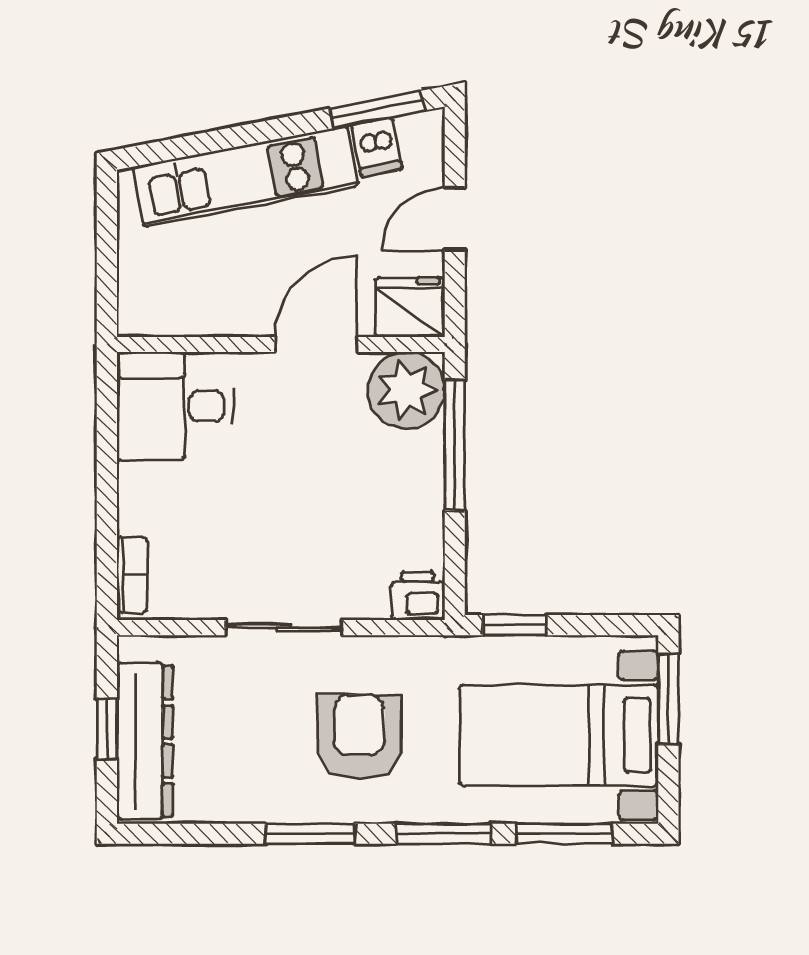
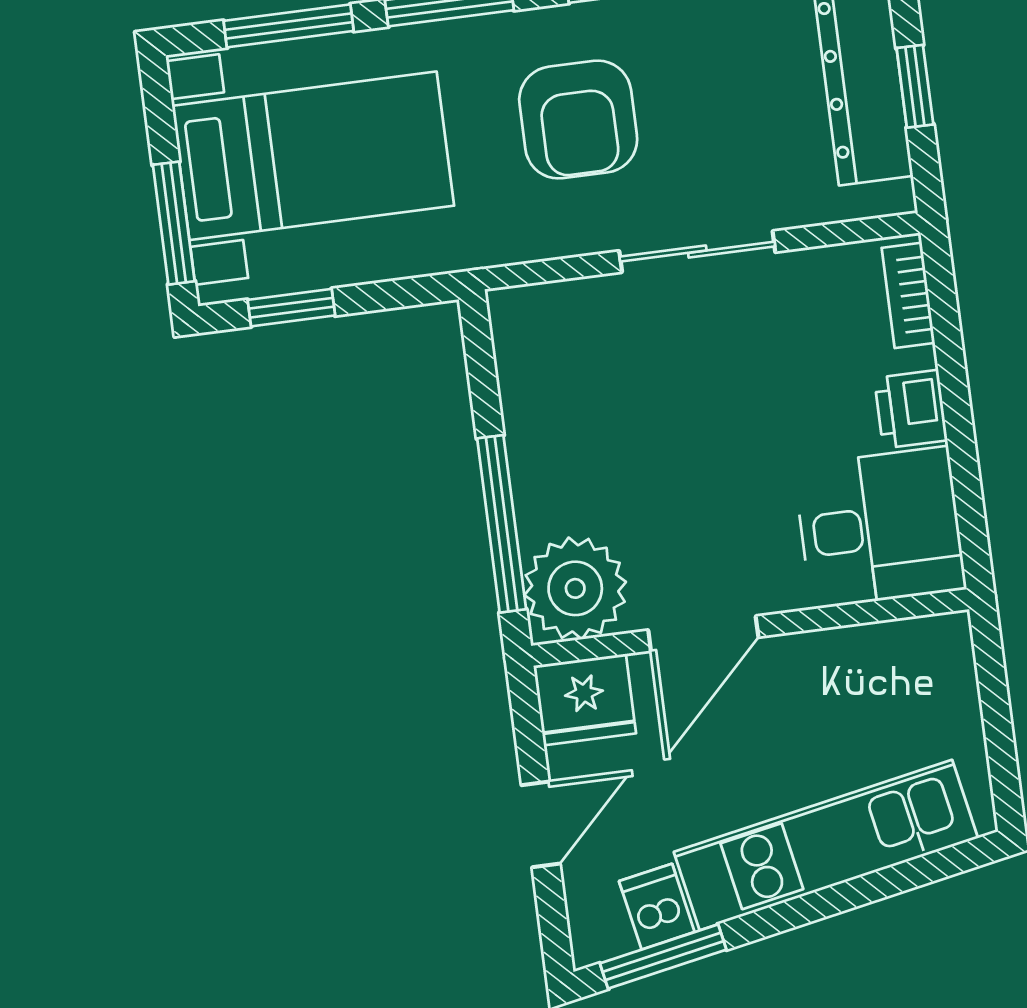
printer: (418, 596) -> (911, 409), moved, turned 90
window: (514, 625) -> (291, 308), moved

